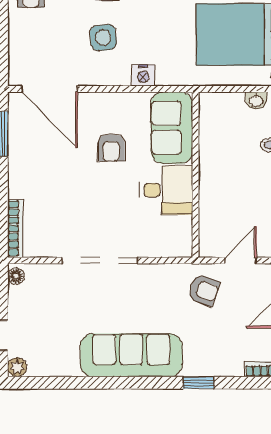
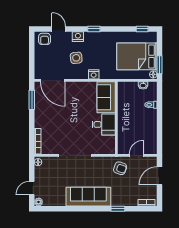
armchair: (111, 148) -> (80, 106), removed

